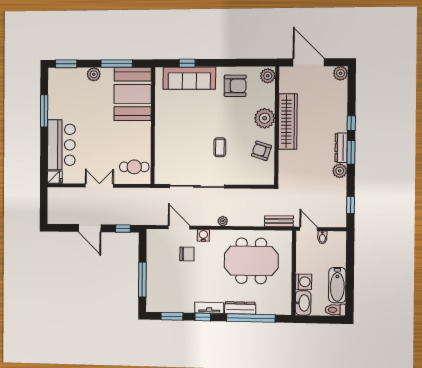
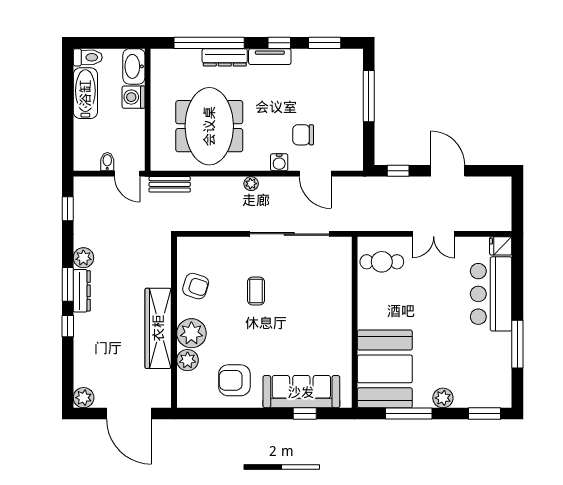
plant: (268, 76) -> (188, 360), moved
meeting table: (251, 261) -> (209, 126), turned 90

